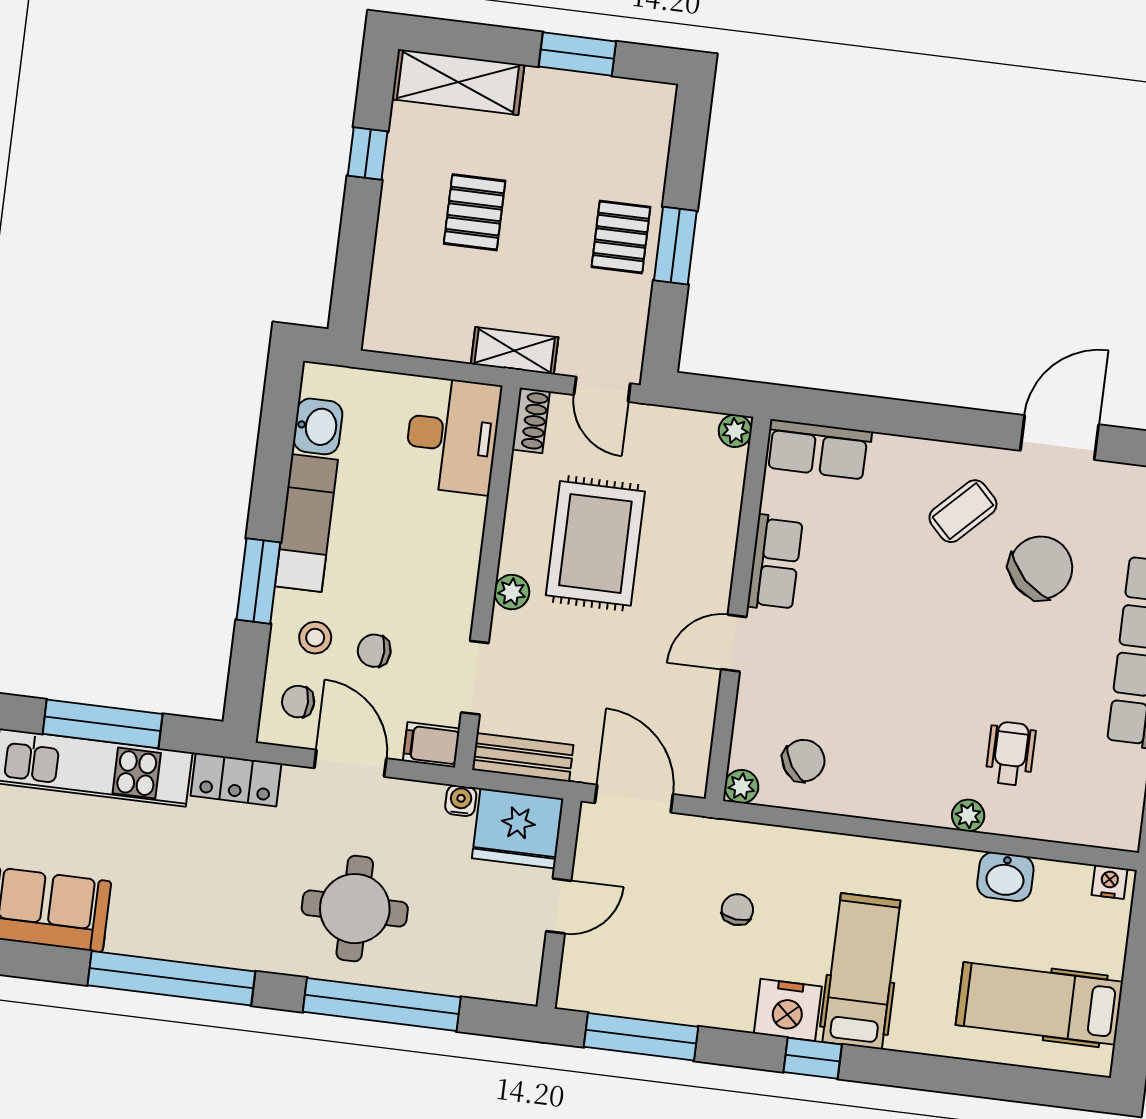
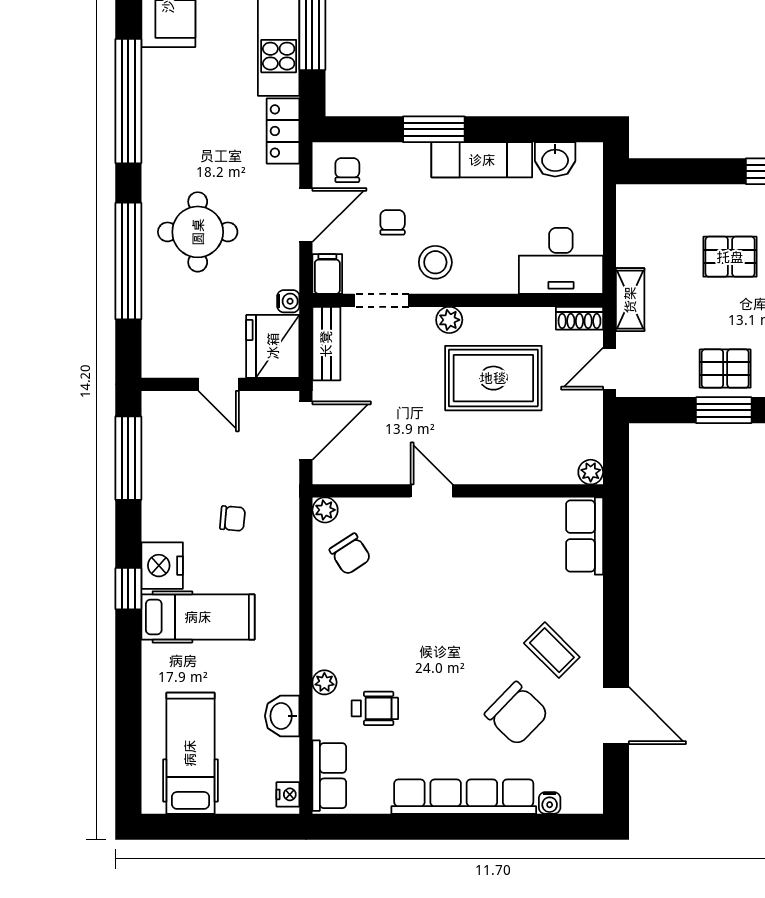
row of seats: (775, 563) -> (329, 776), moved, turned -90
stool: (315, 638) -> (435, 262), moved, width x1.37, depth x1.37

